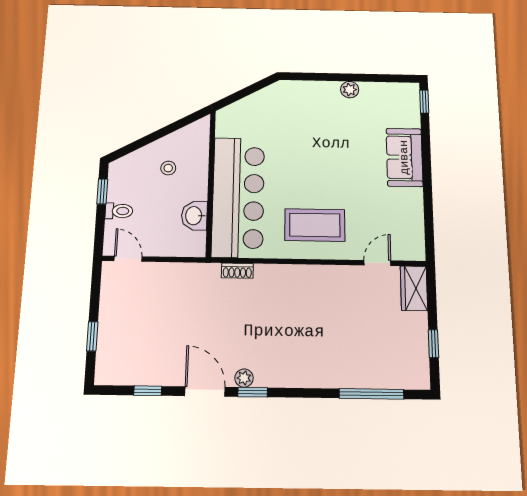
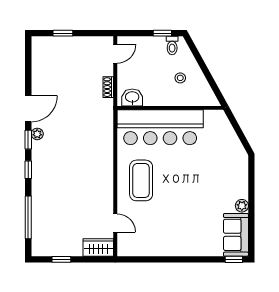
sofa: (404, 157) -> (236, 235), moved, turned -90
toilet: (119, 211) -> (172, 45), moved
washbasin: (194, 216) -> (132, 97), moved
shoe rack: (237, 271) -> (108, 87), moved
window: (148, 391) -> (28, 170), moved

